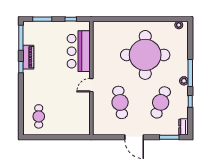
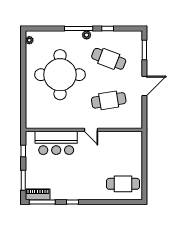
piano: (28, 57) -> (38, 194), moved
cafe table: (39, 116) -> (123, 184), width x1.37, depth x1.35
dresser: (184, 127) -> (134, 35), removed

